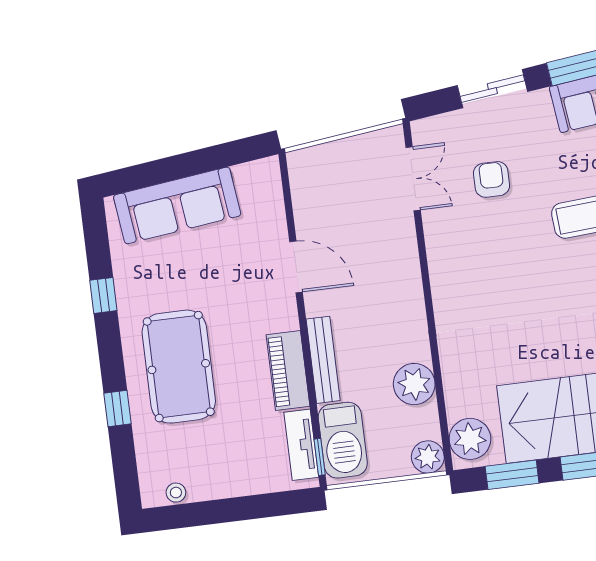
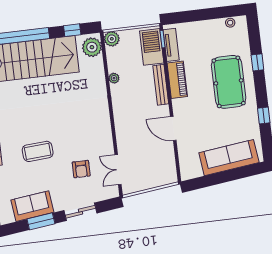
plant: (414, 384) -> (114, 78), width x0.53, depth x0.53
window: (512, 475) -> (72, 30), width x0.67

